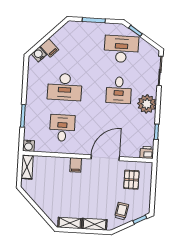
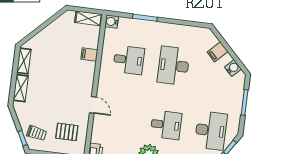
water cooler: (39, 54) -> (233, 68), moved
desk: (119, 90) -> (166, 125), turned 180
door: (105, 158) -> (93, 105), width x0.53
filing cabinet: (76, 165) -> (89, 54), moved
trolley: (122, 211) -> (37, 133), moved

